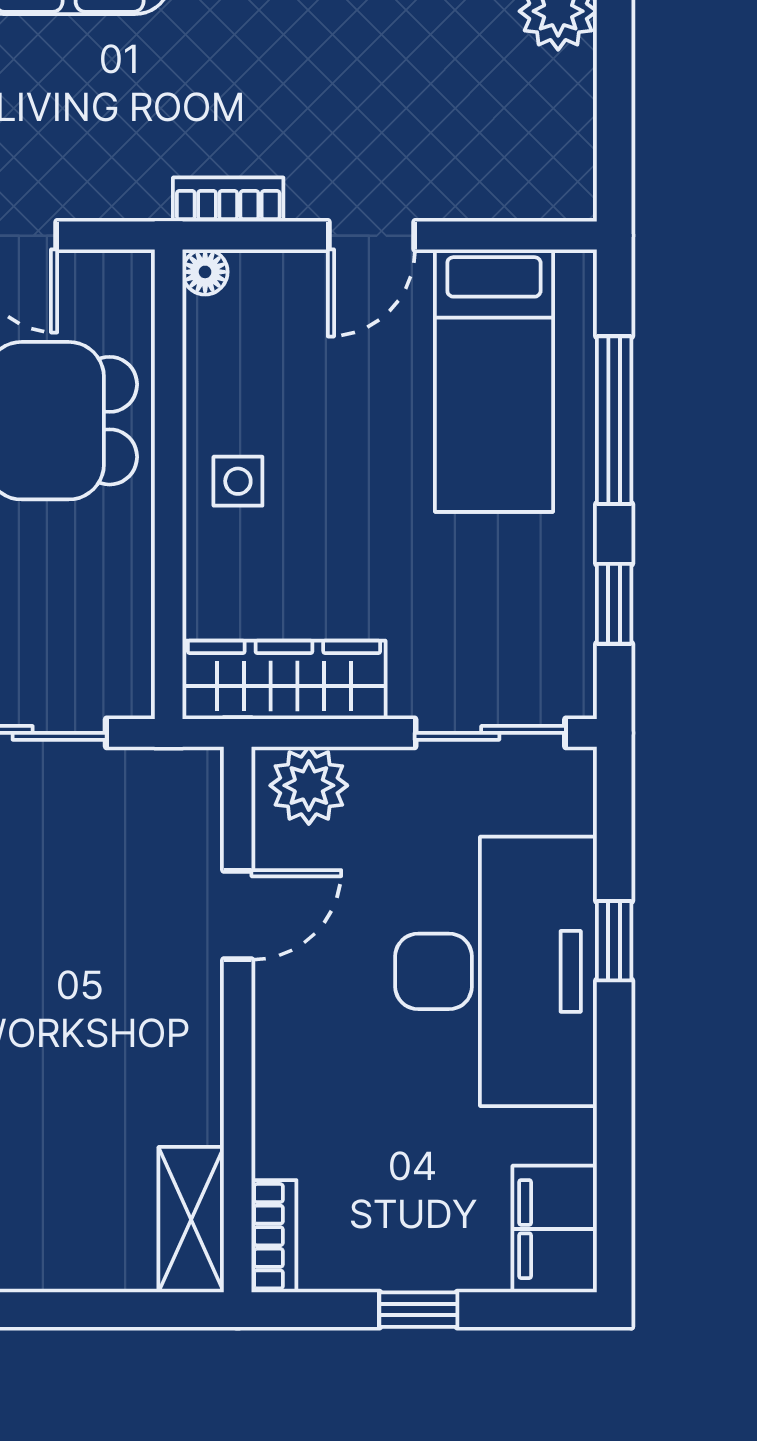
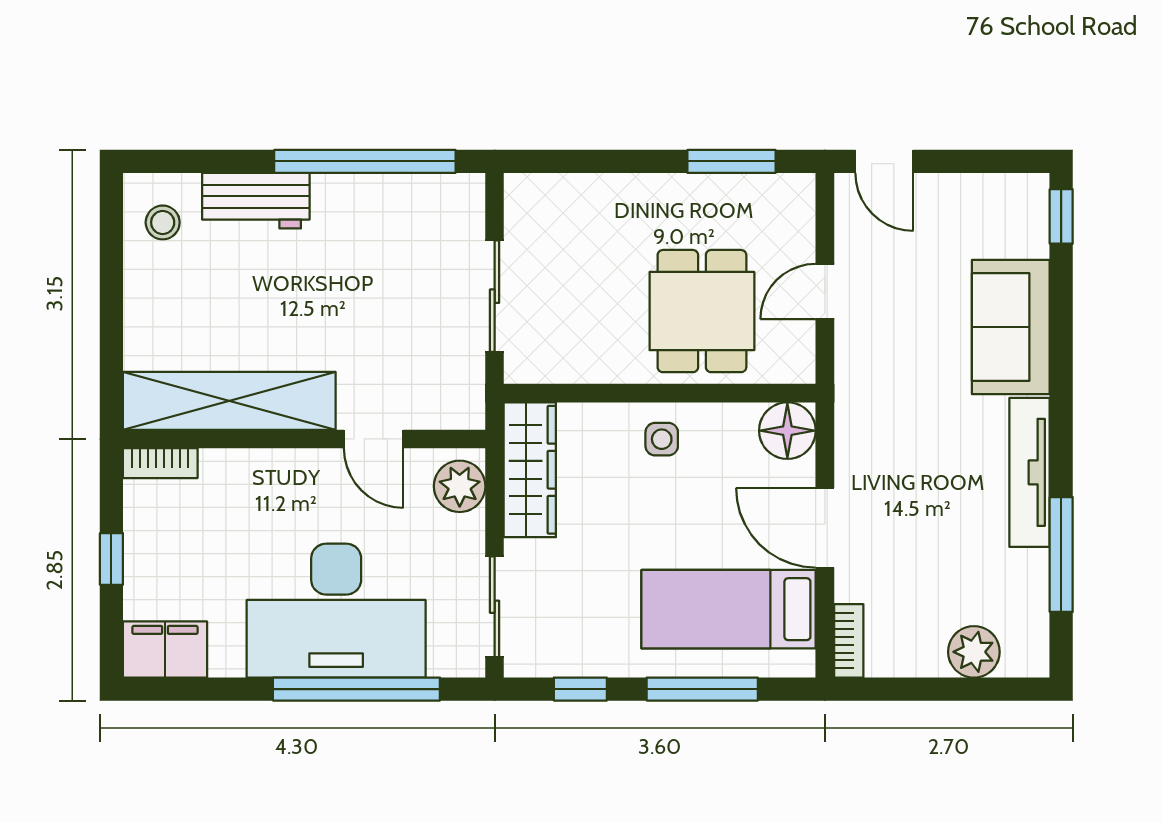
bookcase: (228, 200) -> (849, 641), moved
door: (371, 236) -> (825, 528), width x1.38
floor lamp: (205, 272) -> (787, 431), width x1.89, depth x1.89
window: (614, 941) -> (356, 689), width x3.17
shelving: (191, 1220) -> (229, 401), width x2.20, depth x1.33

